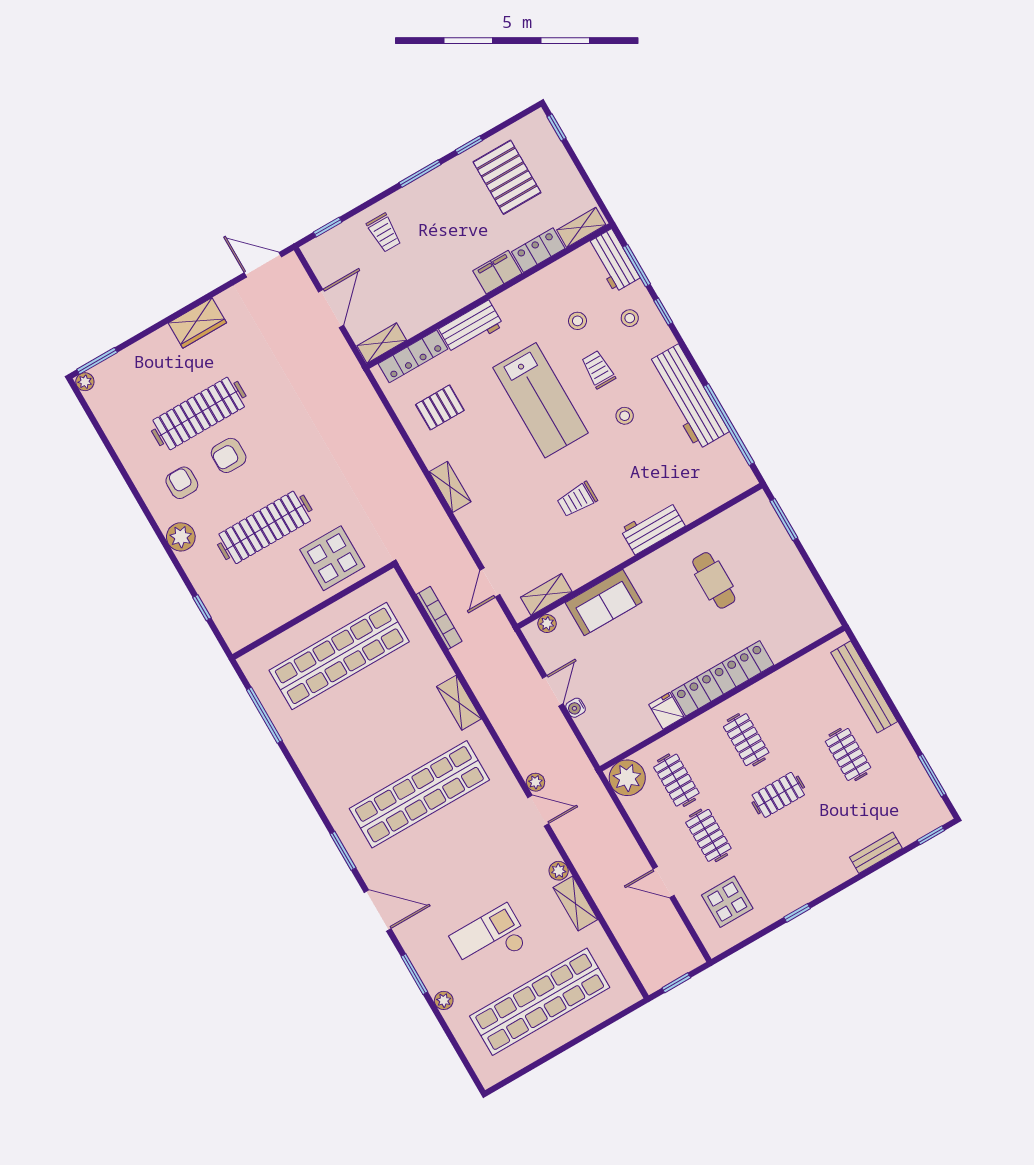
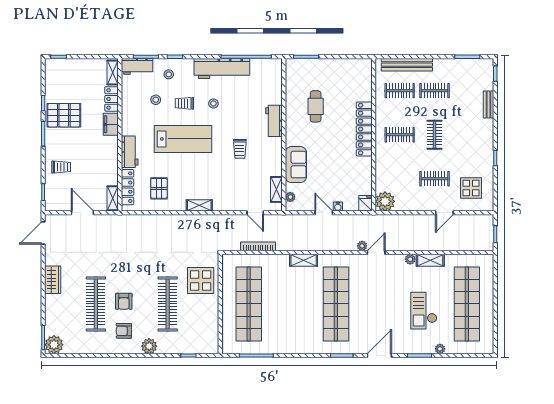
pallet: (507, 177) -> (64, 115), moved
plant: (85, 382) -> (54, 345), width x1.88, depth x1.88
cafe table: (714, 580) -> (316, 106), turned 90
fridge: (666, 711) -> (365, 203), moved, turned 90
clothes rail: (676, 780) -> (400, 91), moved

